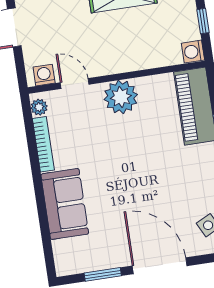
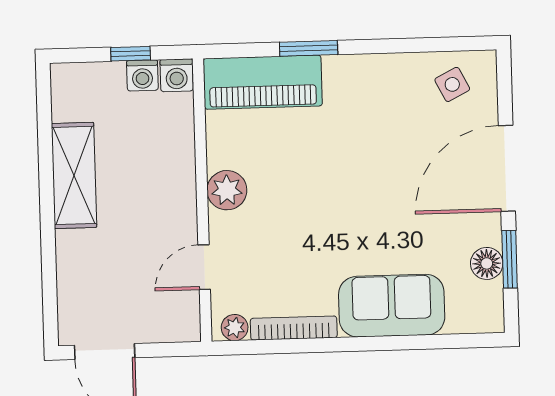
washing machine: (44, 75) -> (142, 75), moved, turned -90
plant: (121, 97) -> (227, 190), width x0.73, depth x0.73
floor lamp: (98, 260) -> (487, 263), added

